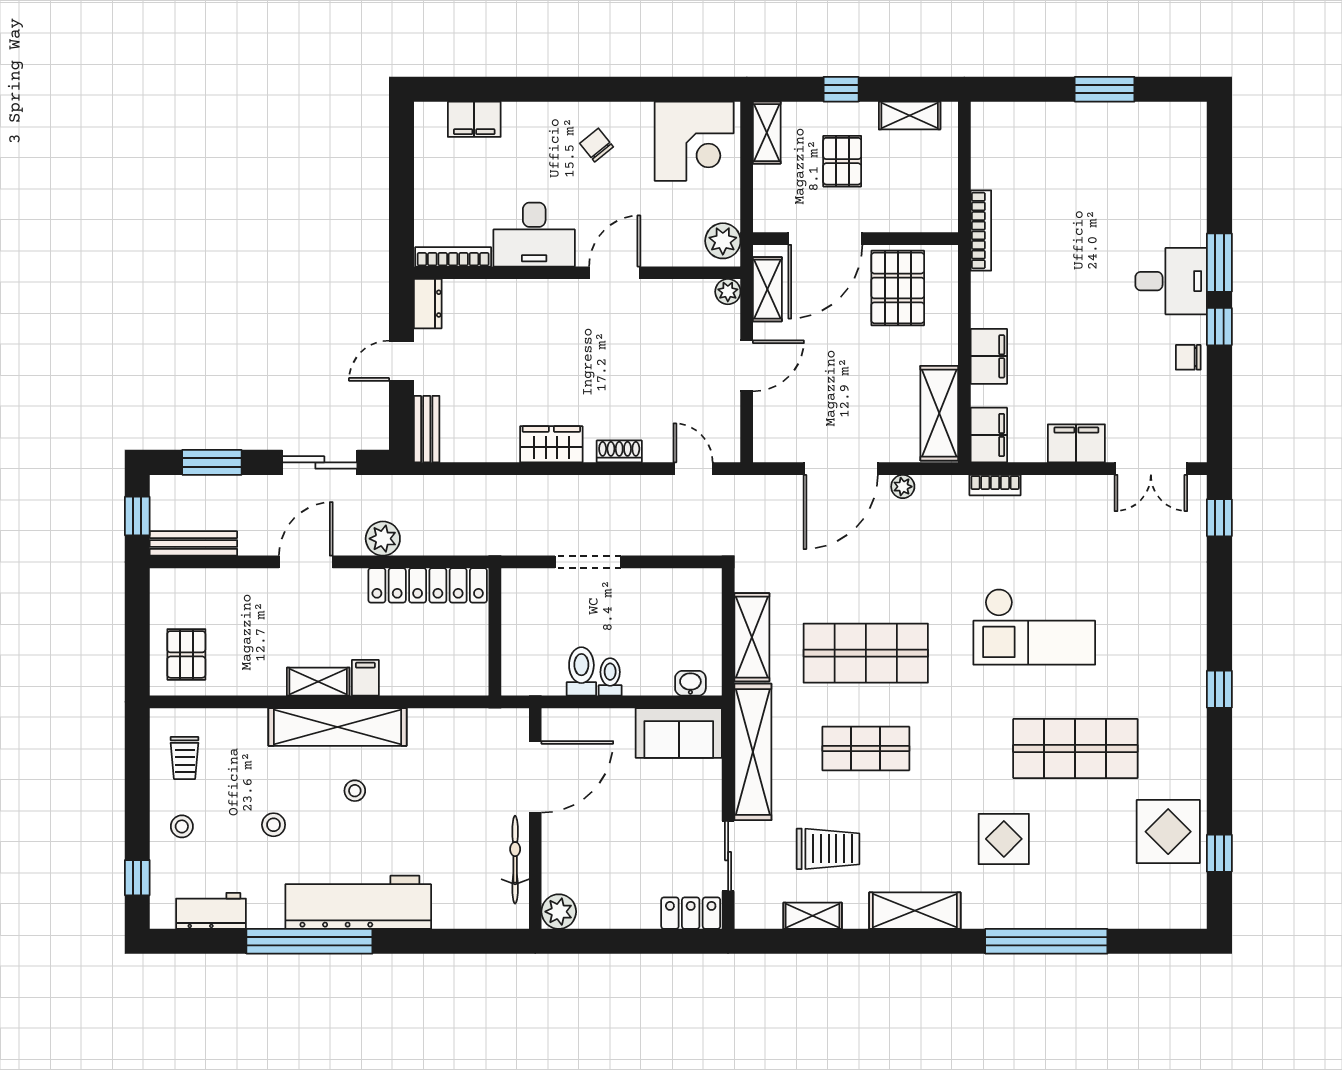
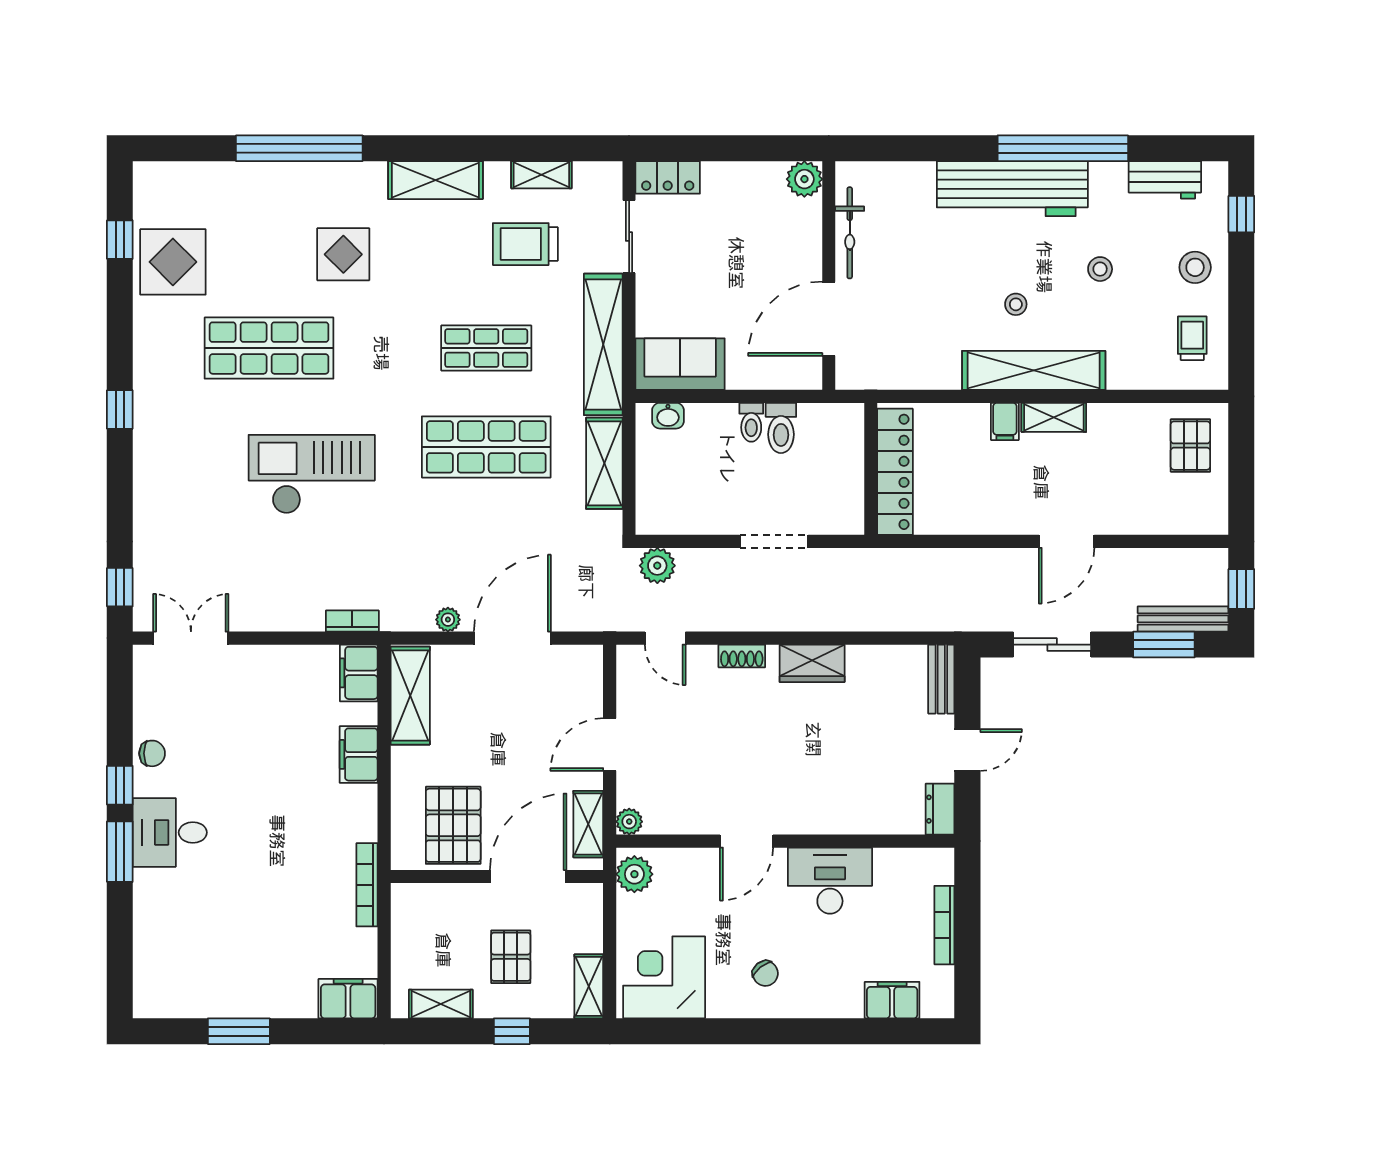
bookcase: (453, 257) -> (944, 925), moved, turned 90
filing cabinet: (1076, 443) -> (348, 999), moved, turned 180
plant: (383, 539) -> (657, 566), moved
bench: (193, 543) -> (1183, 619), moved
locker: (428, 585) -> (895, 472), moved, turned 90
stool: (182, 826) -> (1195, 267), width x1.37, depth x1.37

